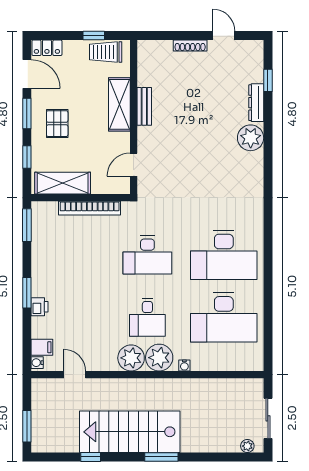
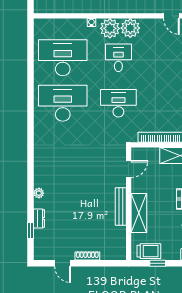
dresser: (256, 103) -> (39, 218), width x0.70
bench: (144, 106) -> (121, 207), width x1.36
plant: (251, 138) -> (39, 193), width x0.53, depth x0.53

